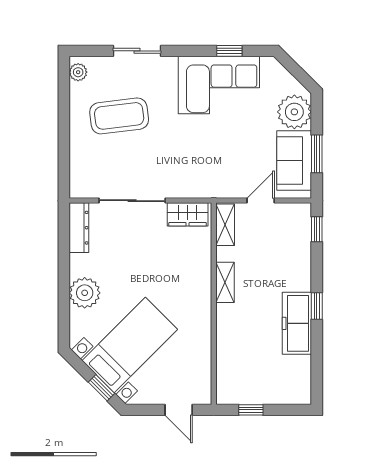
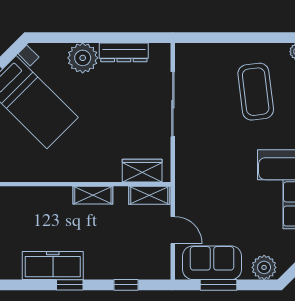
plant: (294, 112) -> (264, 267), width x0.73, depth x0.73
wardrobe: (188, 214) -> (142, 171), moved, turned 90
dresser: (79, 228) -> (124, 52), moved
window: (317, 229) -> (126, 285), moved

